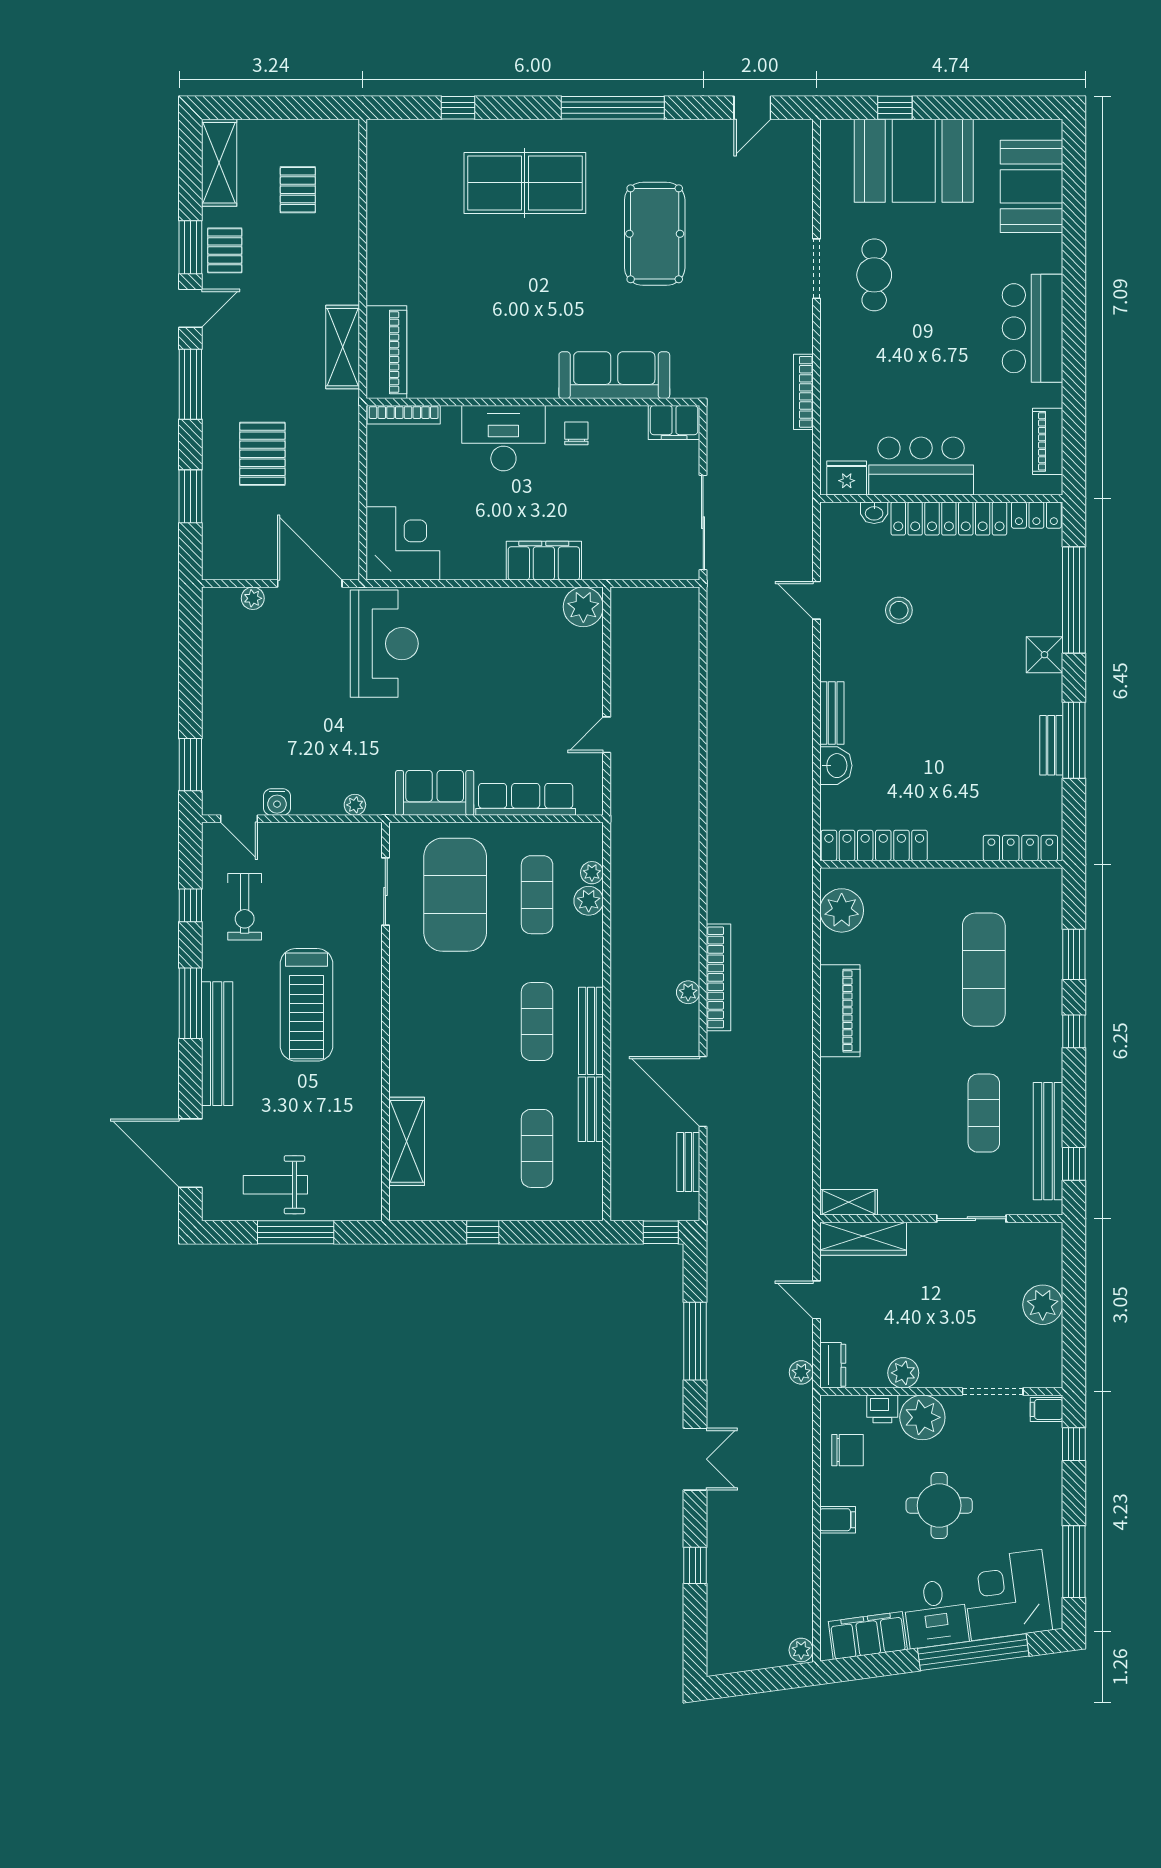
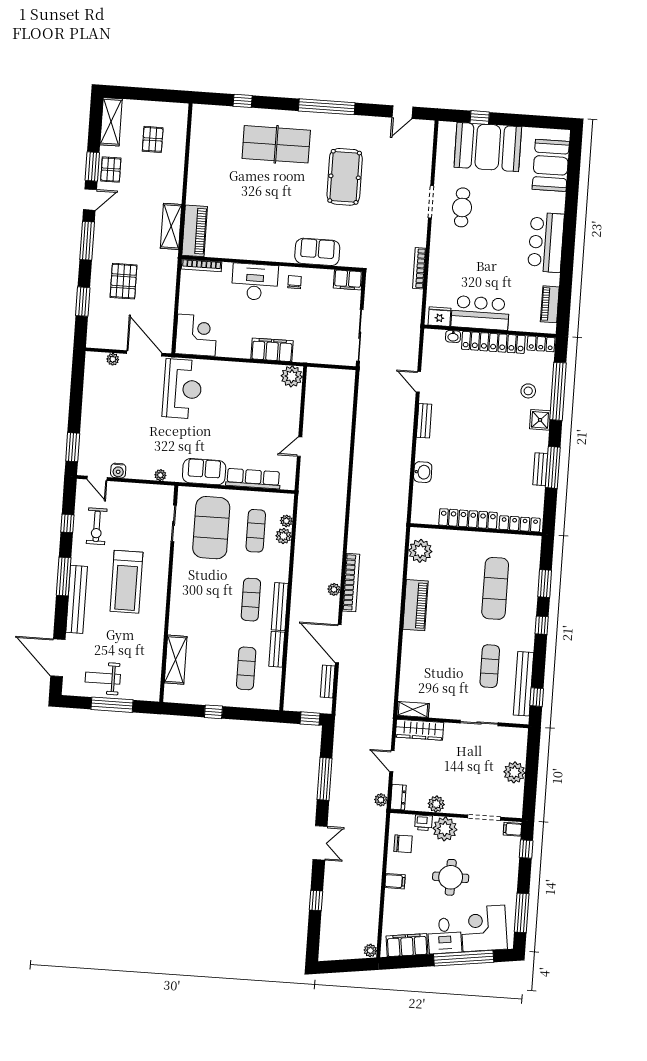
sofa: (614, 375) -> (317, 252), width x0.73
stool: (899, 610) -> (528, 391), moved
bench: (832, 713) -> (424, 421), moved
locker: (874, 845) -> (468, 519), moved

